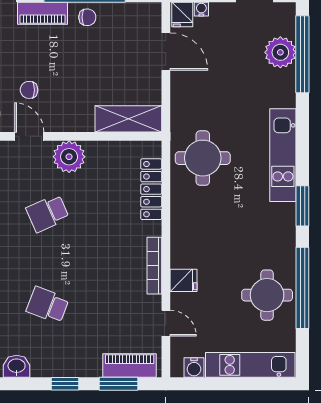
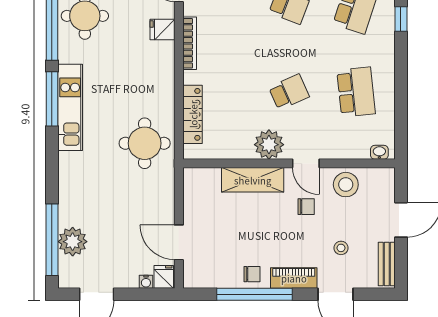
chair: (87, 17) -> (252, 274), turned 180
shelving: (128, 119) -> (253, 180), moved
kitchen unit: (283, 155) -> (70, 107), moved
window: (302, 206) -> (52, 99), width x1.44

